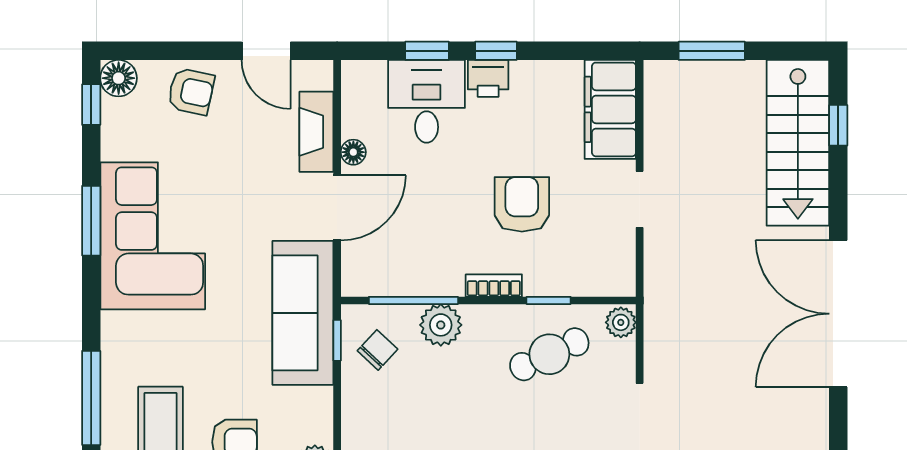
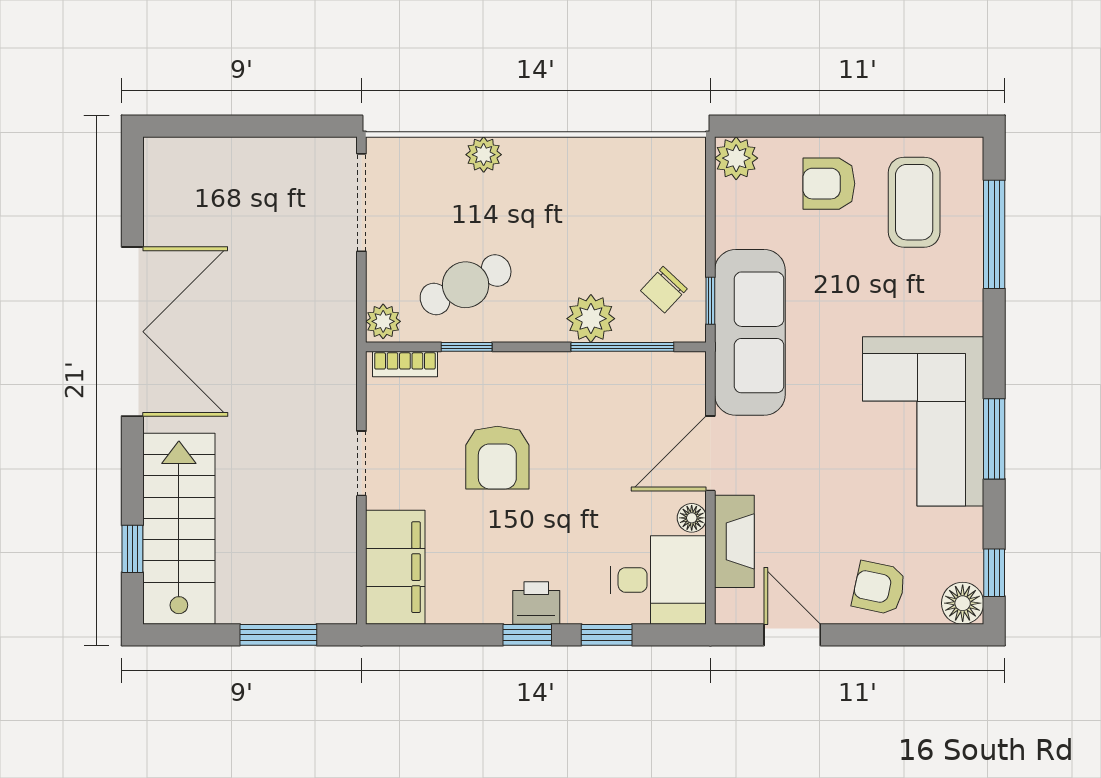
desk: (427, 101) -> (658, 580), moved, turned -90
bookcase: (494, 286) -> (405, 364), moved

